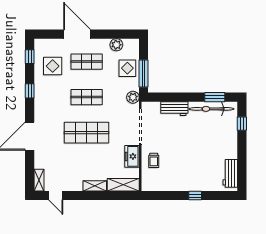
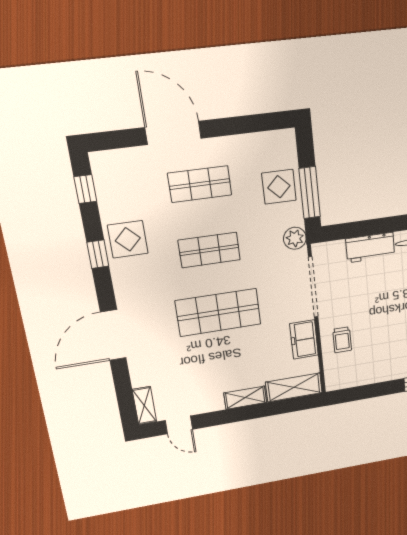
plant: (116, 45) -> (253, 145), removed
display table: (53, 66) -> (128, 239), moved

